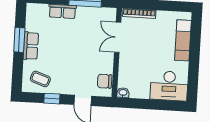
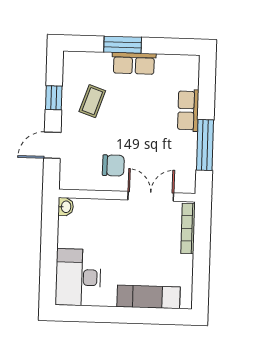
window: (19, 40) -> (123, 45), moved
coffee table: (40, 79) -> (92, 101), moved
chair: (105, 81) -> (113, 165), moved, turned 90

